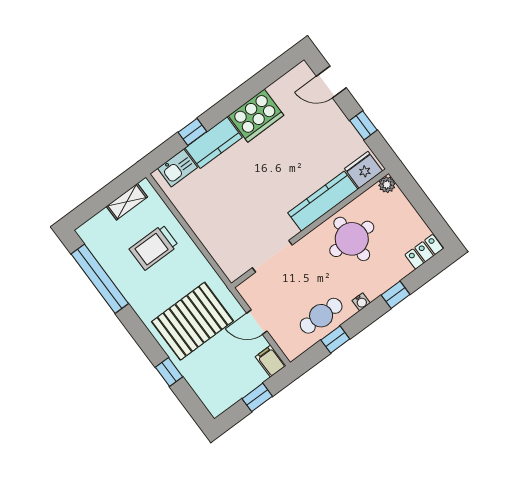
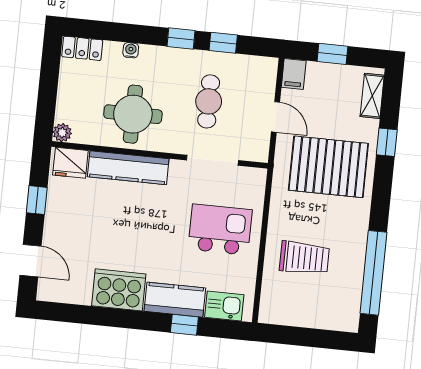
shelving: (127, 202) -> (372, 96), moved, turned 90
kitchen island: (226, 216) -> (220, 230), added
window: (396, 295) -> (181, 38), moved
water cooler: (361, 302) -> (131, 50), moved
cafe table: (321, 316) -> (209, 101), moved, turned 90

